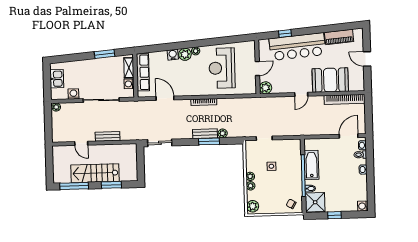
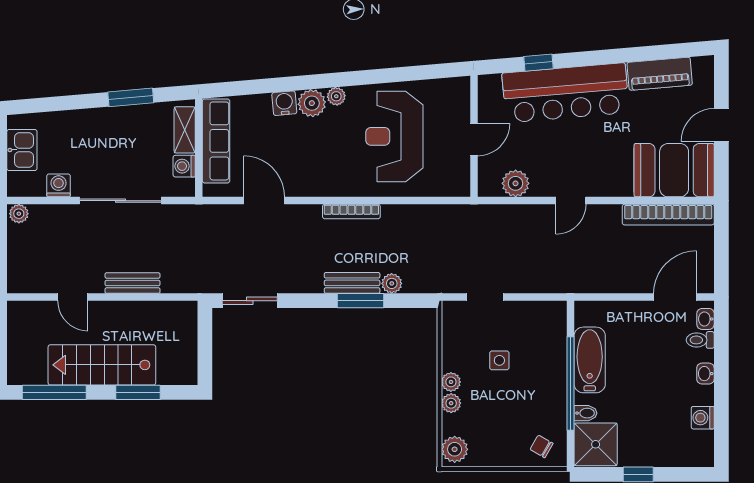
door: (367, 59) -> (721, 125), hinge flipped
booth: (330, 80) -> (674, 170), moved
plant: (266, 88) -> (516, 183), moved
washing machine: (363, 206) -> (703, 418), moved

